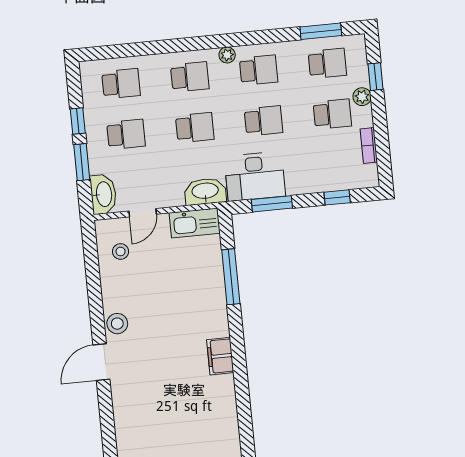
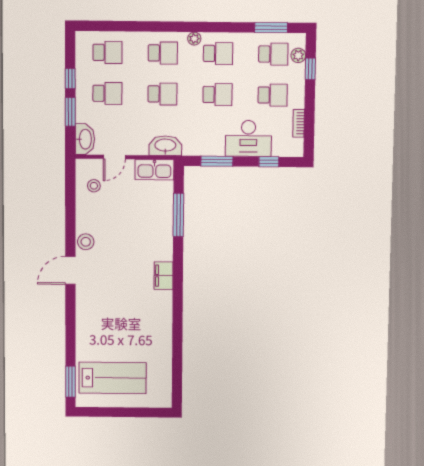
plant: (362, 97) -> (298, 55), moved
desk: (255, 176) -> (248, 138), moved

